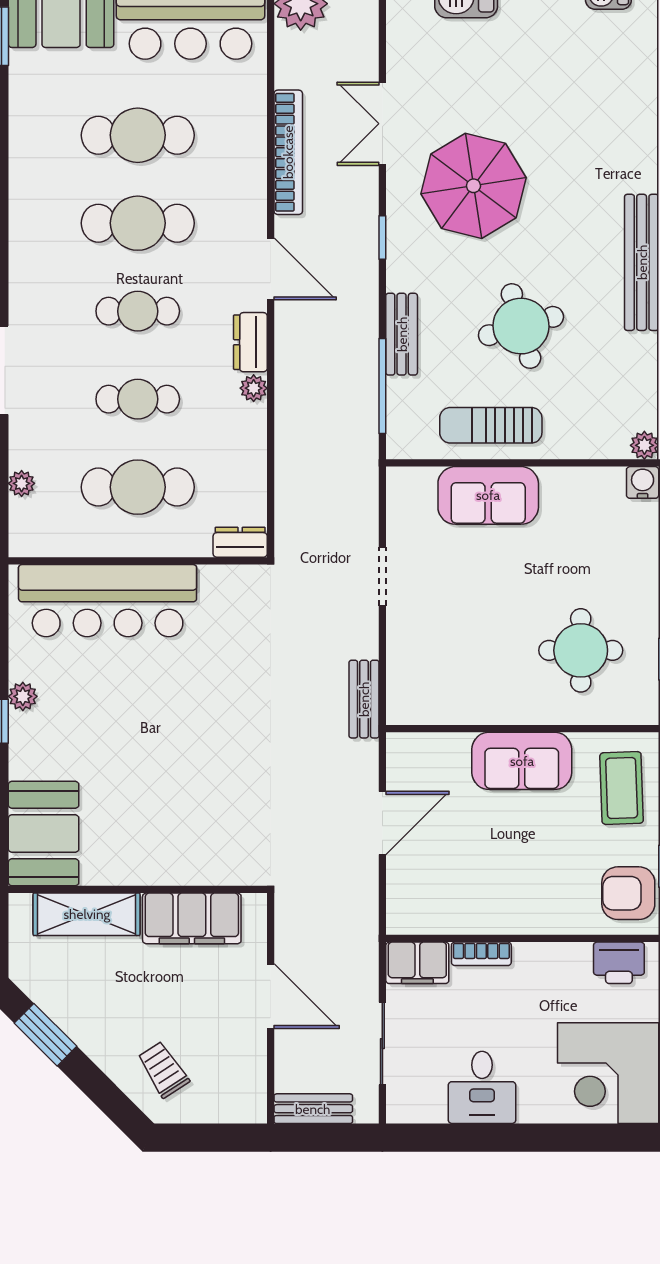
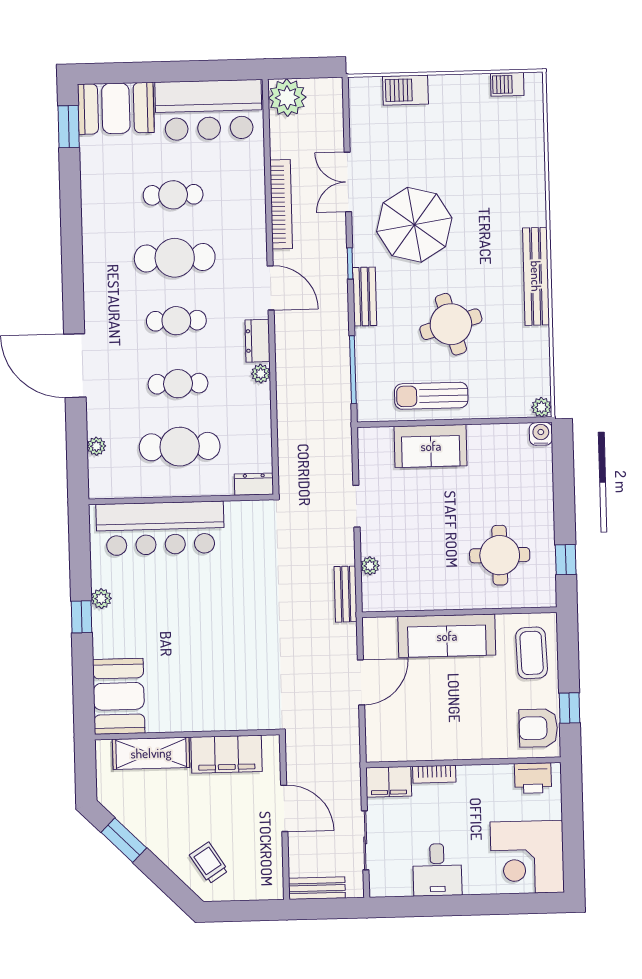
cafe table: (138, 135) -> (173, 195), width x0.73, depth x0.74
bench: (402, 334) -> (365, 296), moved
plant: (399, 660) -> (370, 566), added
sofa: (522, 761) -> (447, 636), width x1.36

